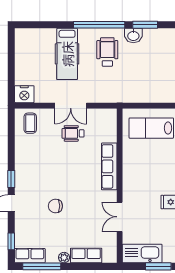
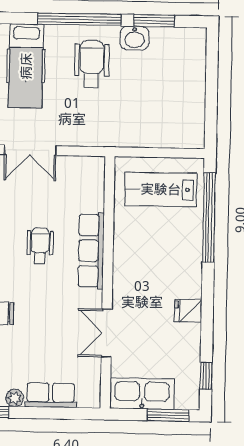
wheelchair: (73, 133) -> (40, 246), moved, turned 90

